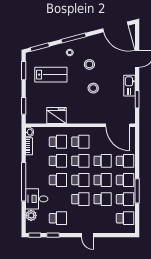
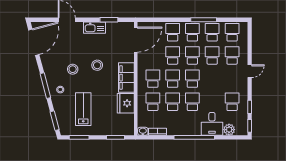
filing cabinet: (81, 116) -> (126, 78), added
school desk: (80, 199) -> (232, 55), moved

